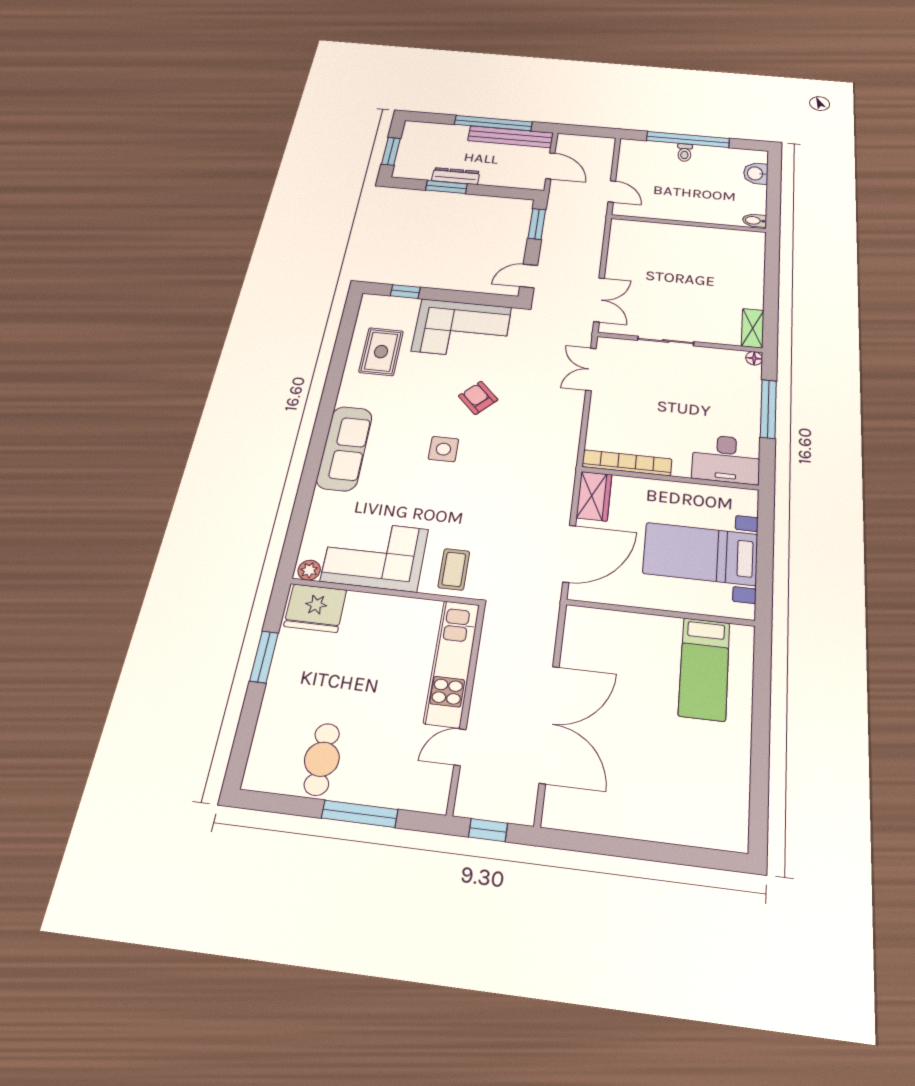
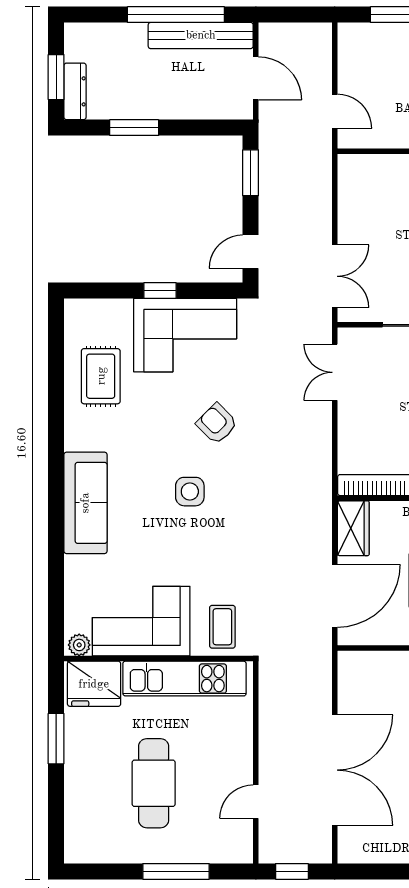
dresser: (456, 176) -> (75, 91), moved, turned 90
window: (405, 292) -> (160, 291), moved
kitchen unit: (452, 663) -> (185, 679), moved, turned -90
cafe table: (322, 759) -> (154, 783), moved, width x1.37, depth x1.35

